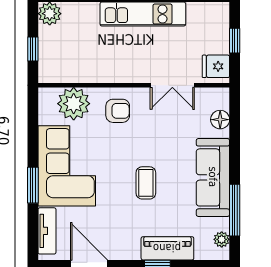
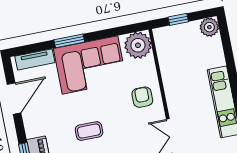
plant: (74, 104) -> (138, 45), moved
armchair: (118, 111) -> (142, 97), turned 180

